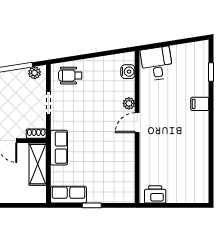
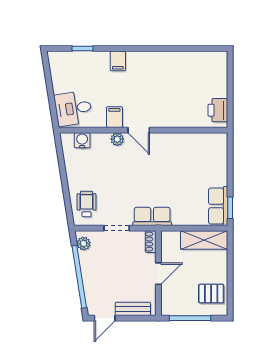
wheelchair: (70, 76) -> (87, 204), turned 180
filing cabinet: (149, 101) -> (114, 117), added
row of seats: (59, 148) -> (152, 216), moved
shelving: (38, 164) -> (204, 240), moved
window: (92, 205) -> (230, 208), moved

